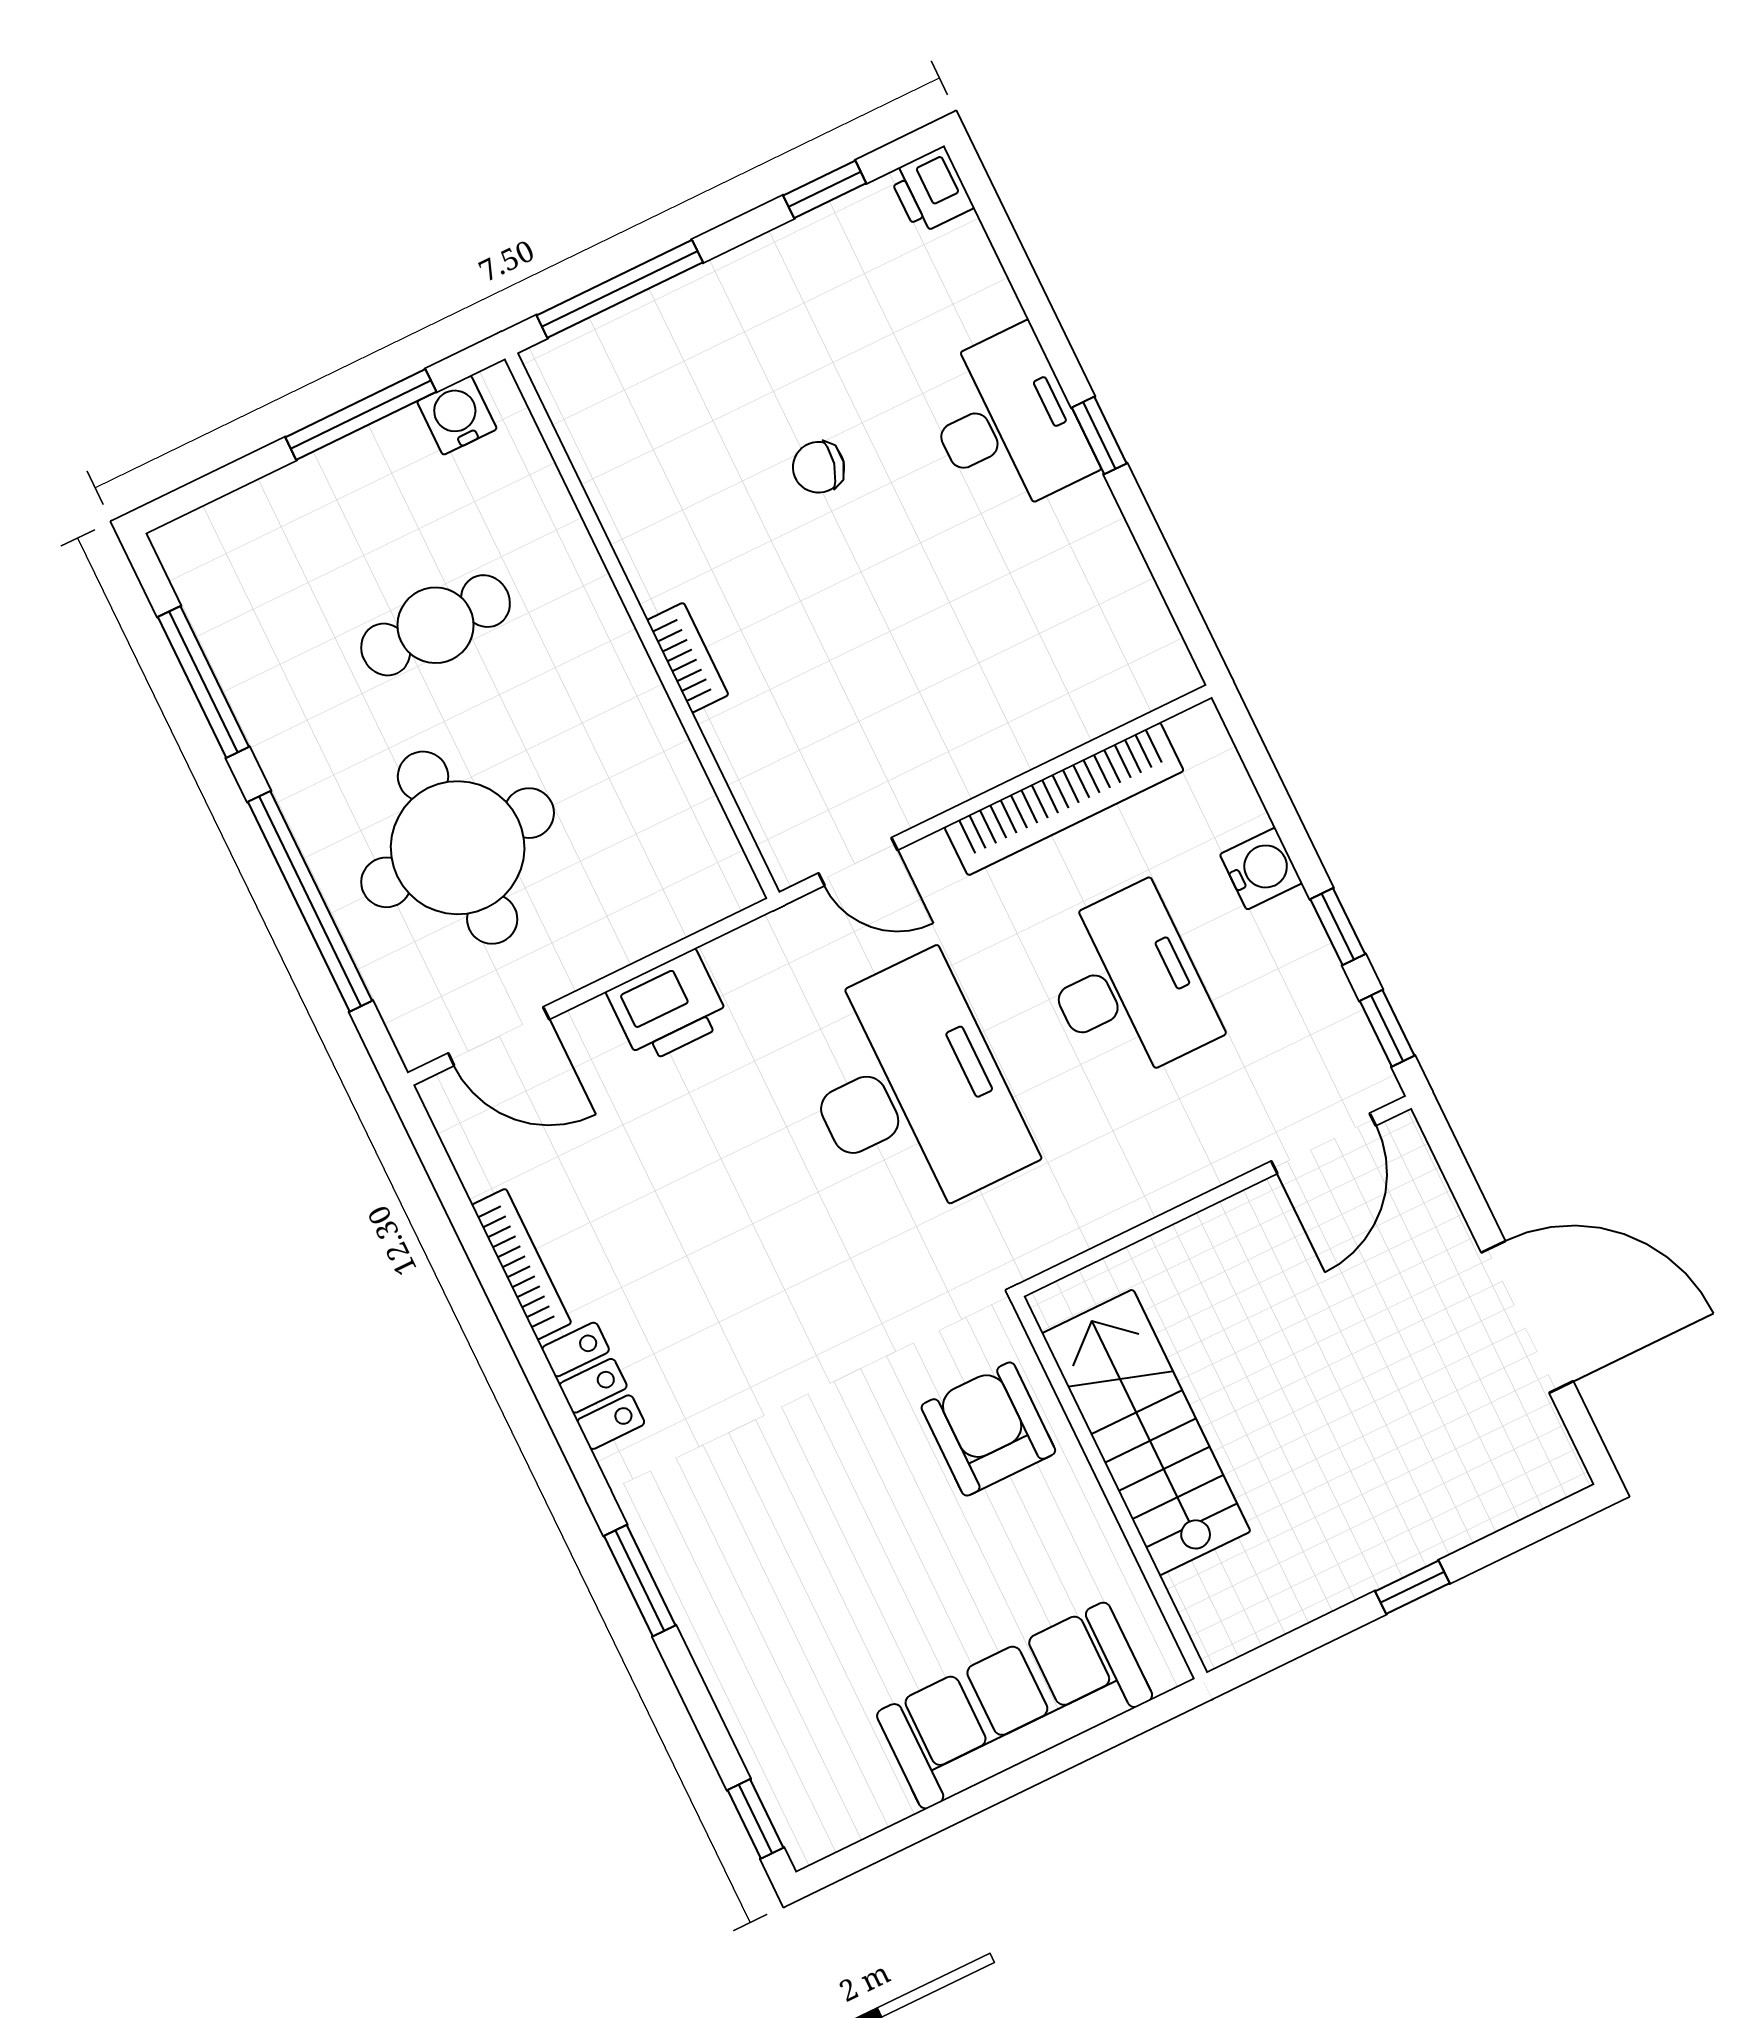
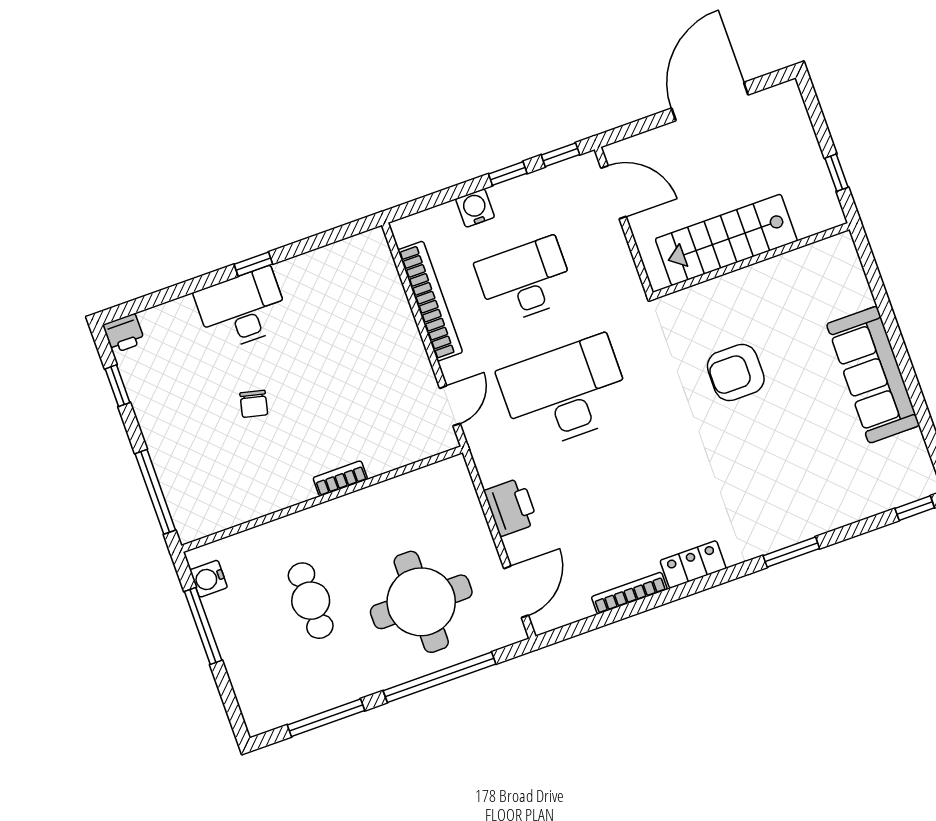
stairs: (1146, 1432) -> (726, 240), moved
wall: (1109, 1487) -> (751, 261), moved

